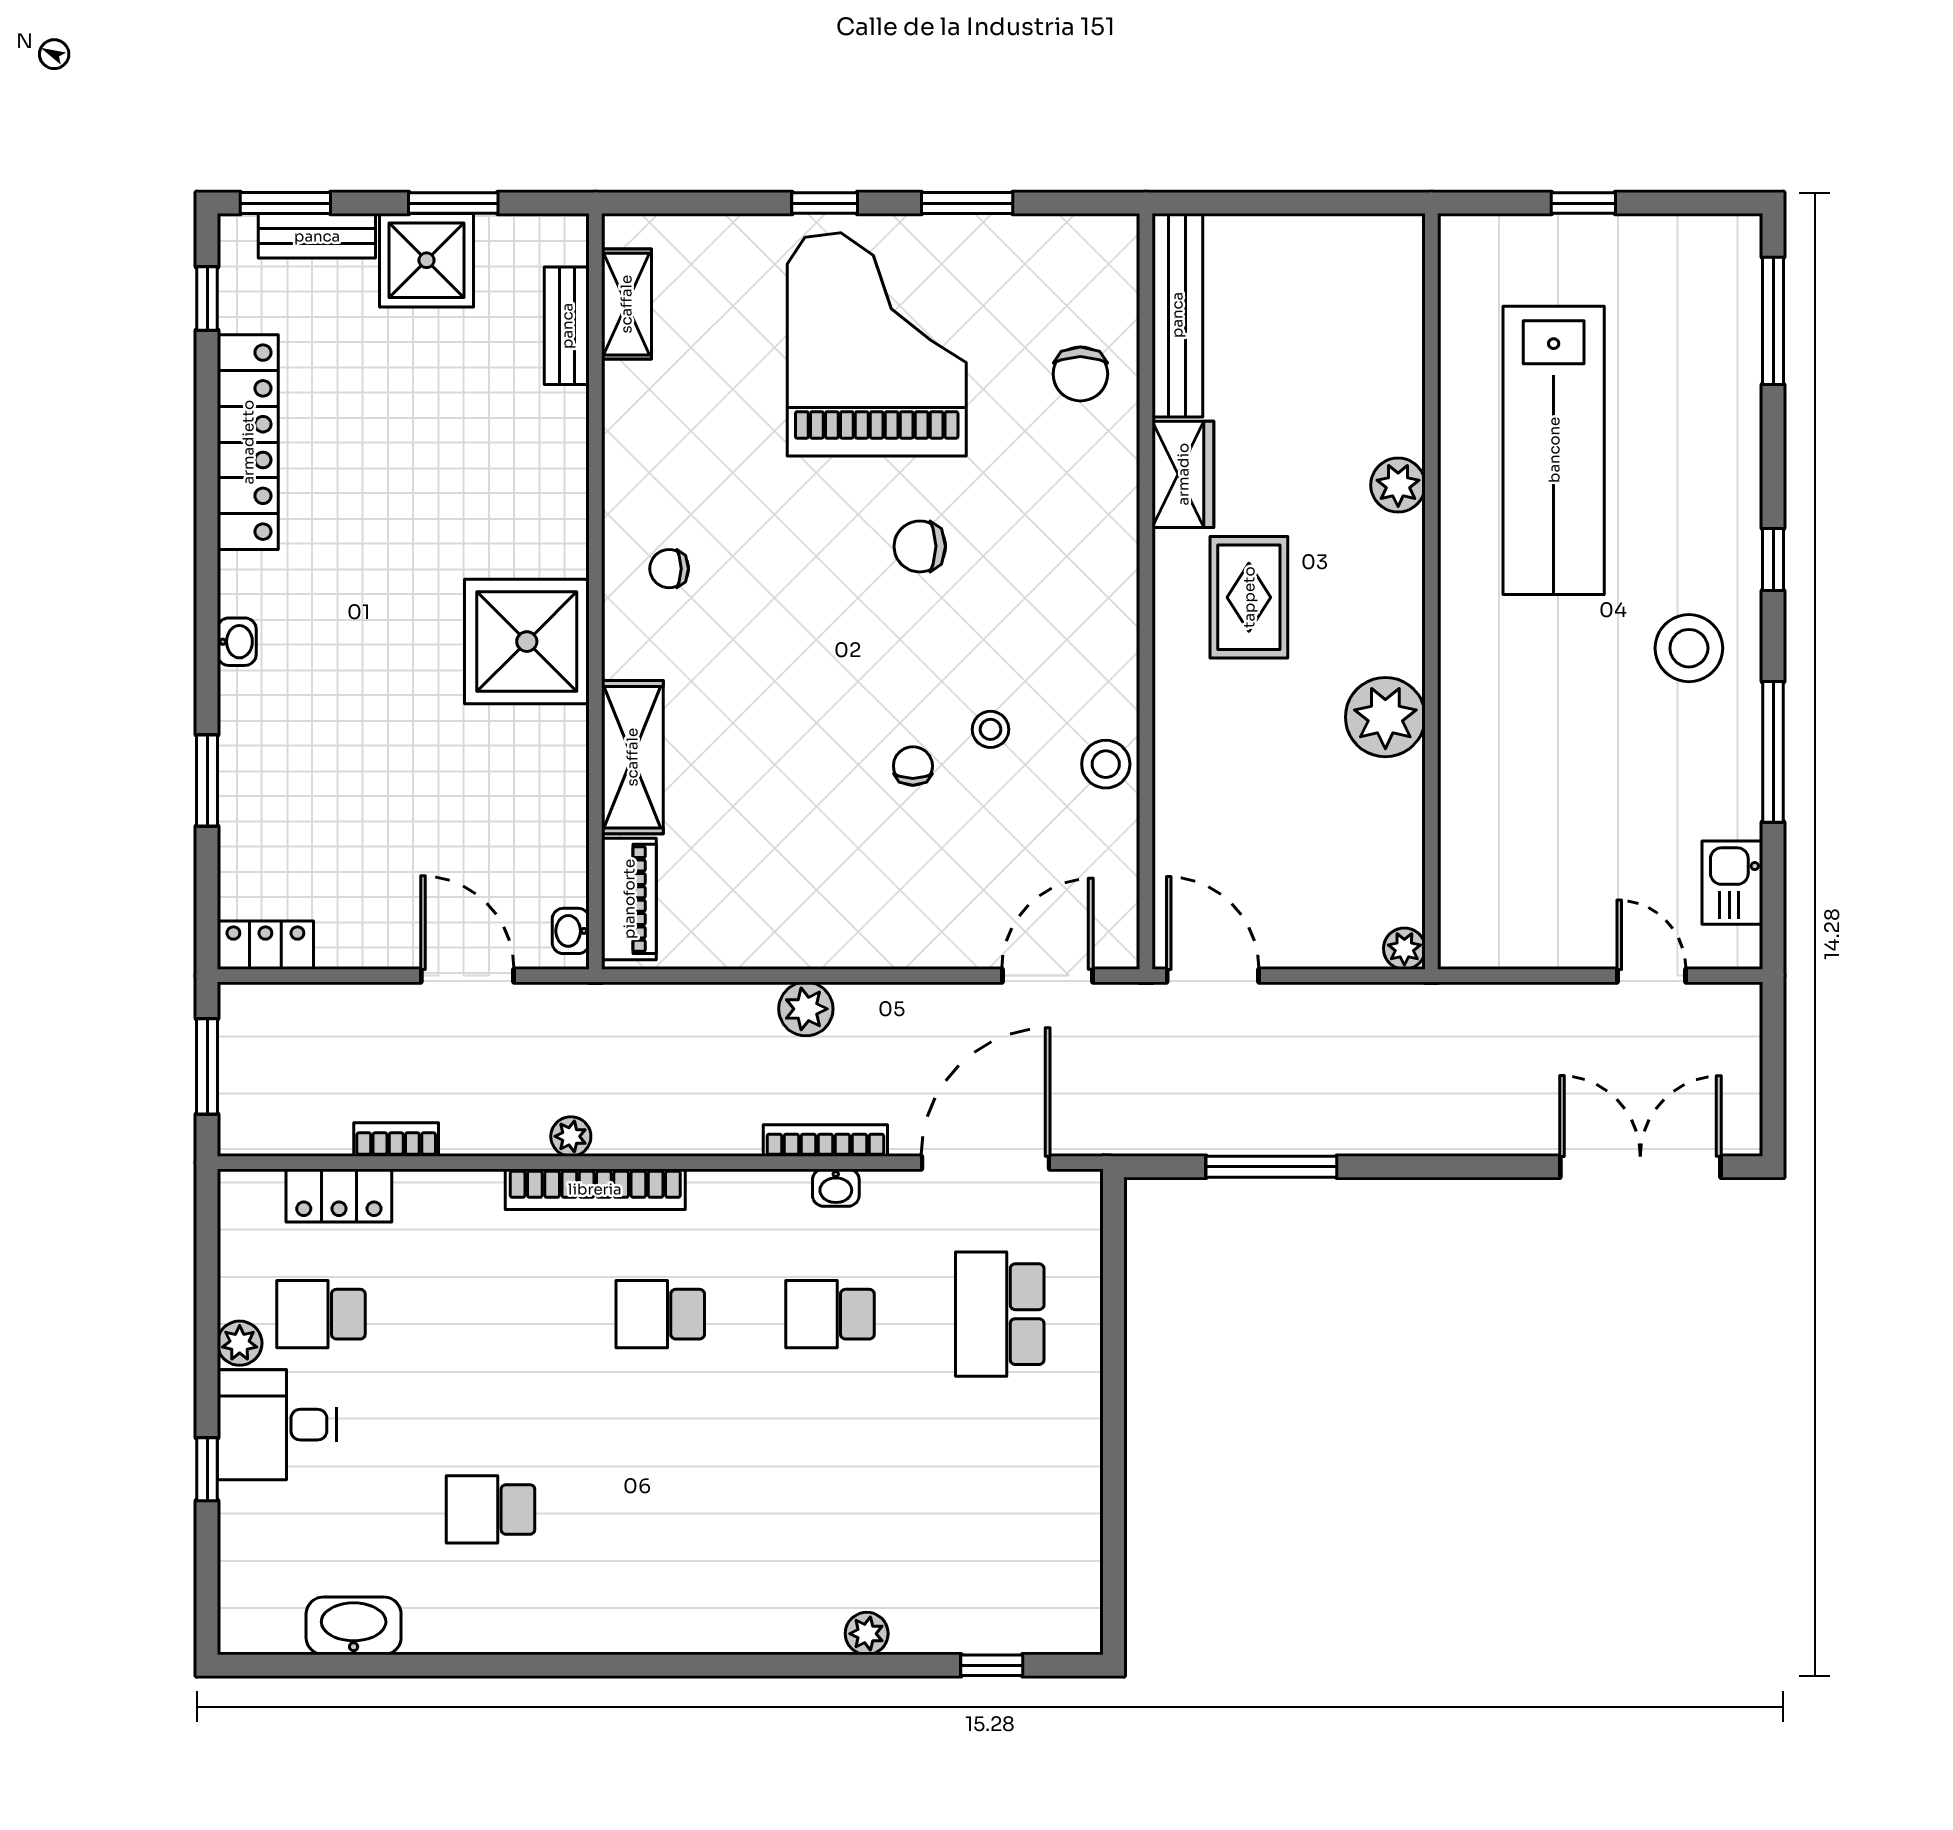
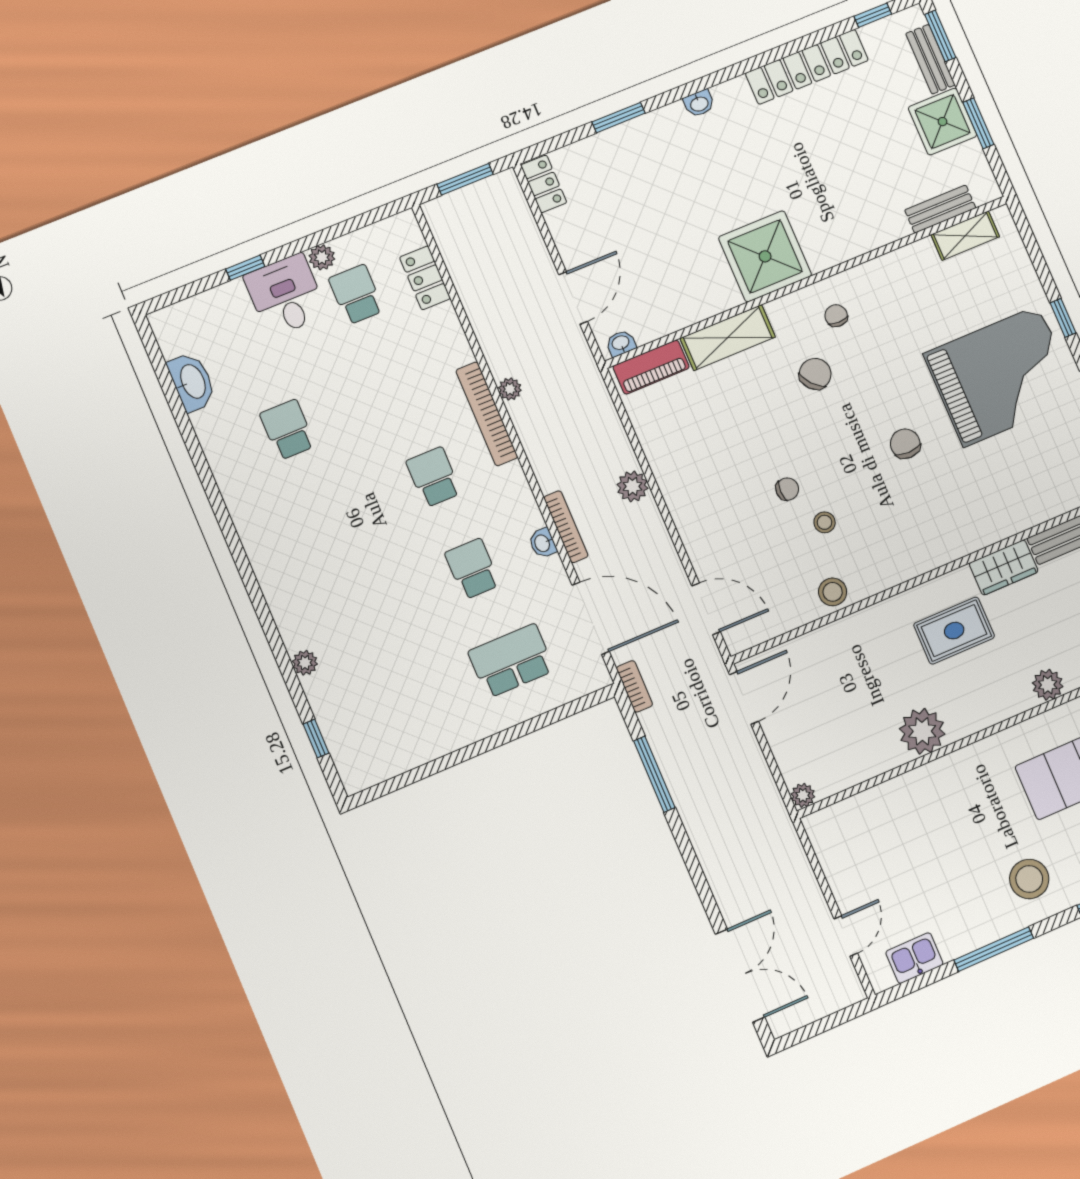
chair: (1080, 374) -> (815, 374), moved, turned 139
bookcase: (396, 1139) -> (634, 686), moved

